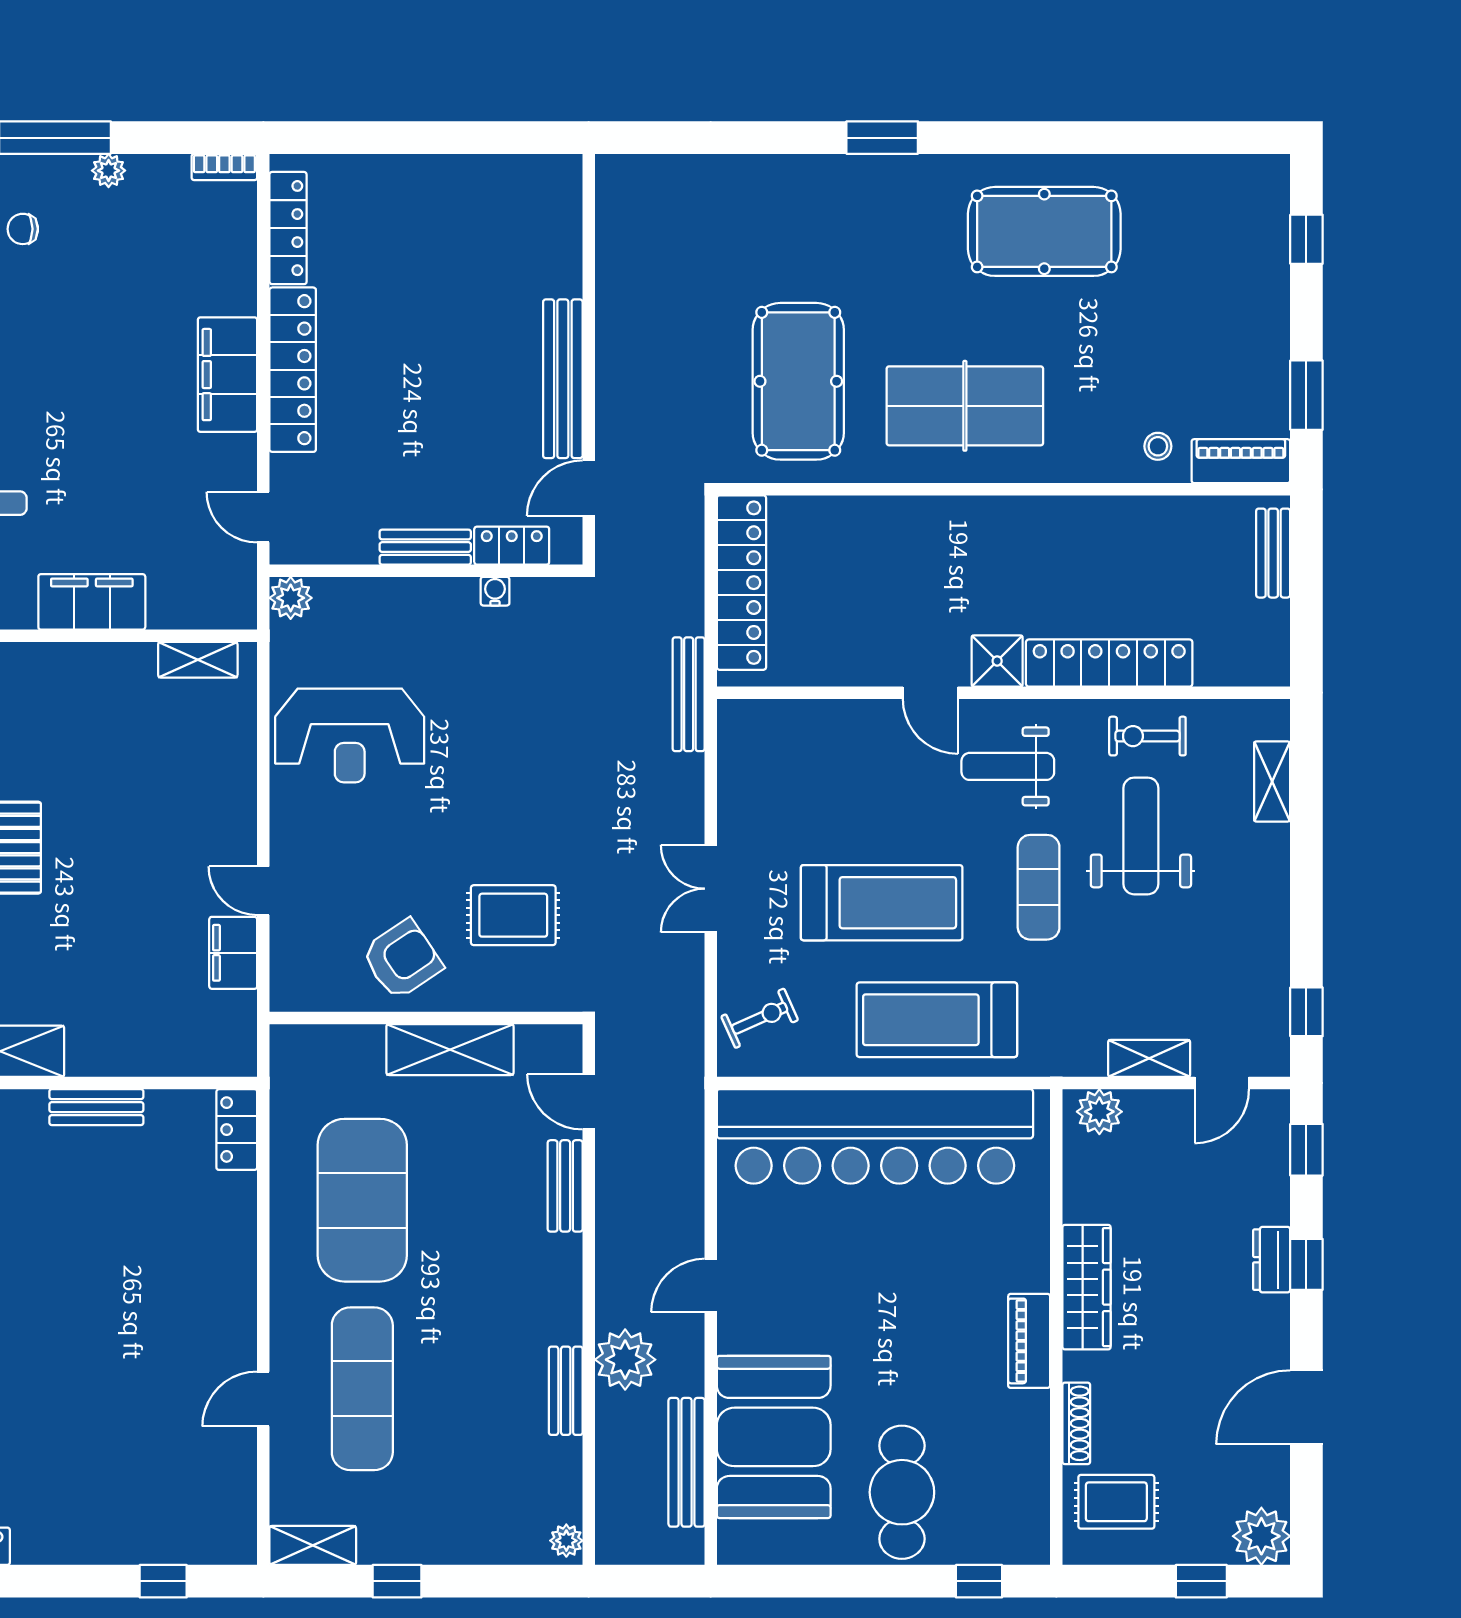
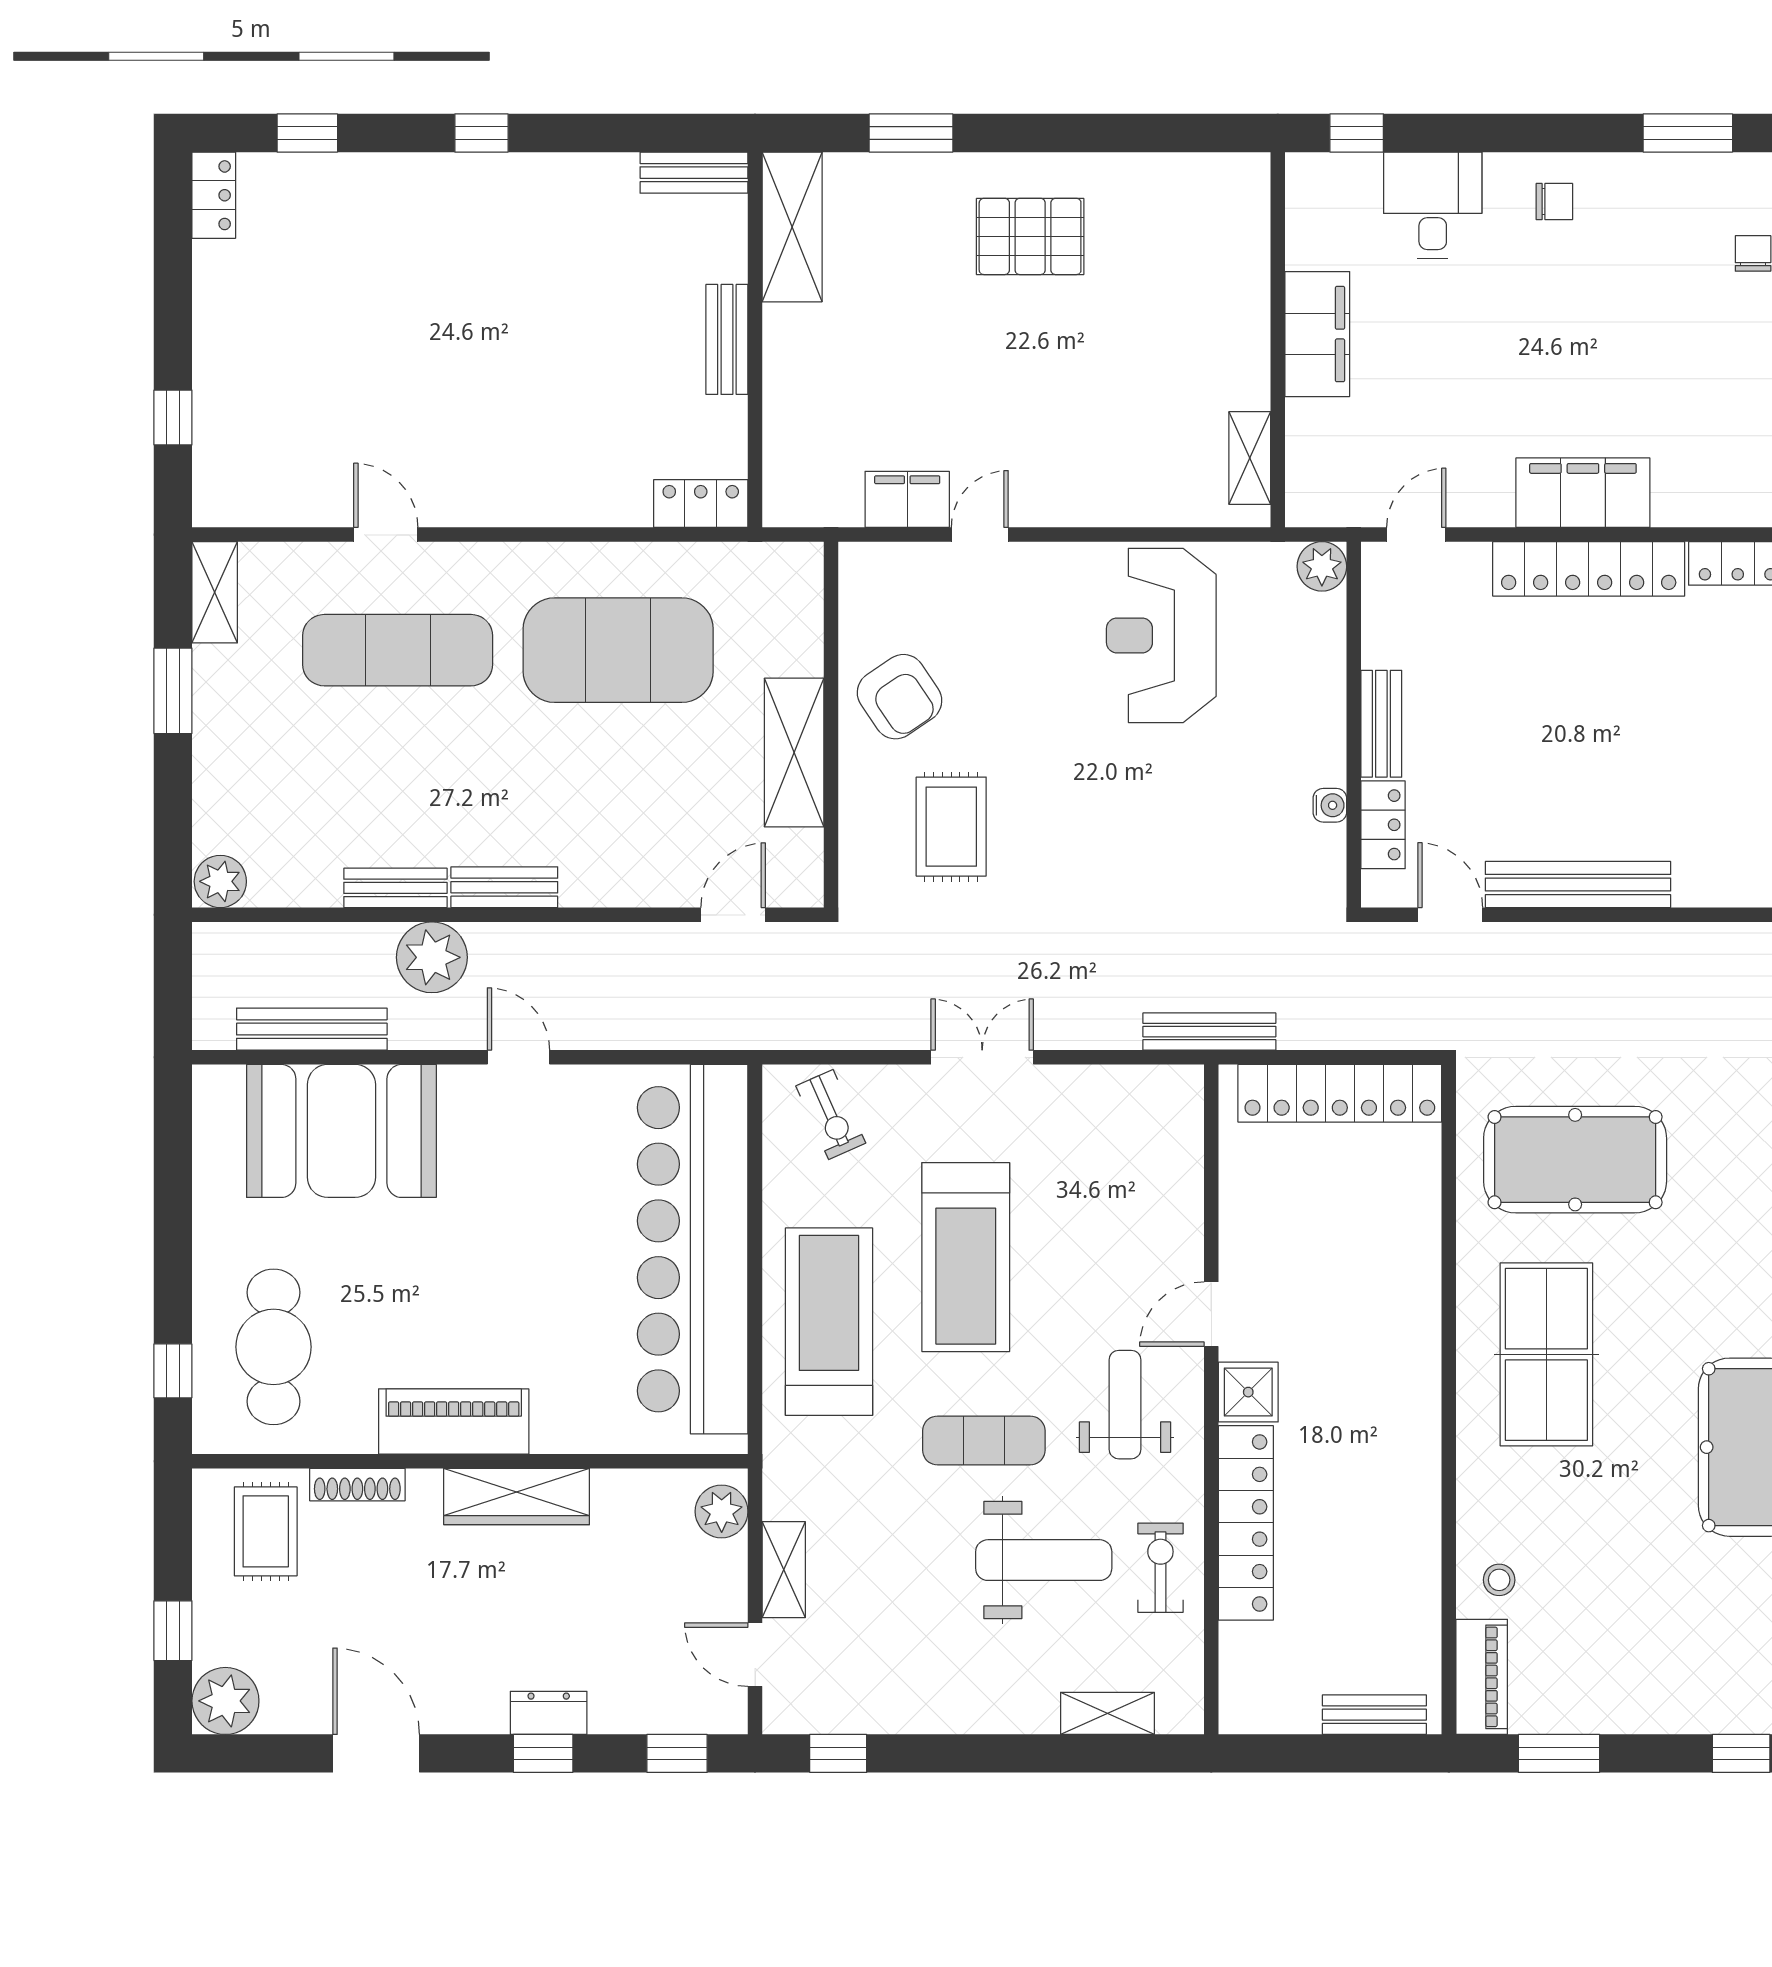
bench: (565, 1186) -> (504, 887), moved
piano: (1029, 1341) -> (454, 1421), width x1.37, depth x1.33
cafe table: (902, 1492) -> (274, 1347), moved, turned 90
plant: (566, 1541) -> (220, 881), width x1.38, depth x1.38
window: (397, 1581) -> (173, 691), width x1.50

